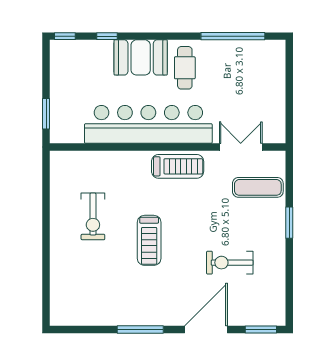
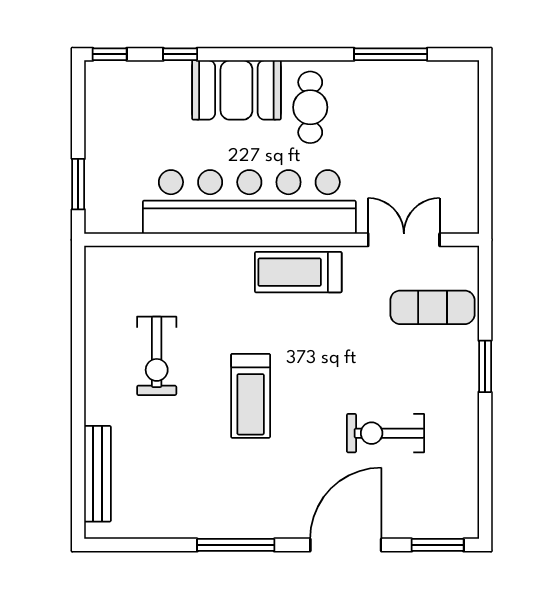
window: (233, 36) -> (391, 54), width x0.68
treadmill: (178, 166) -> (298, 272), turned 180
bench: (58, 287) -> (98, 474), added

